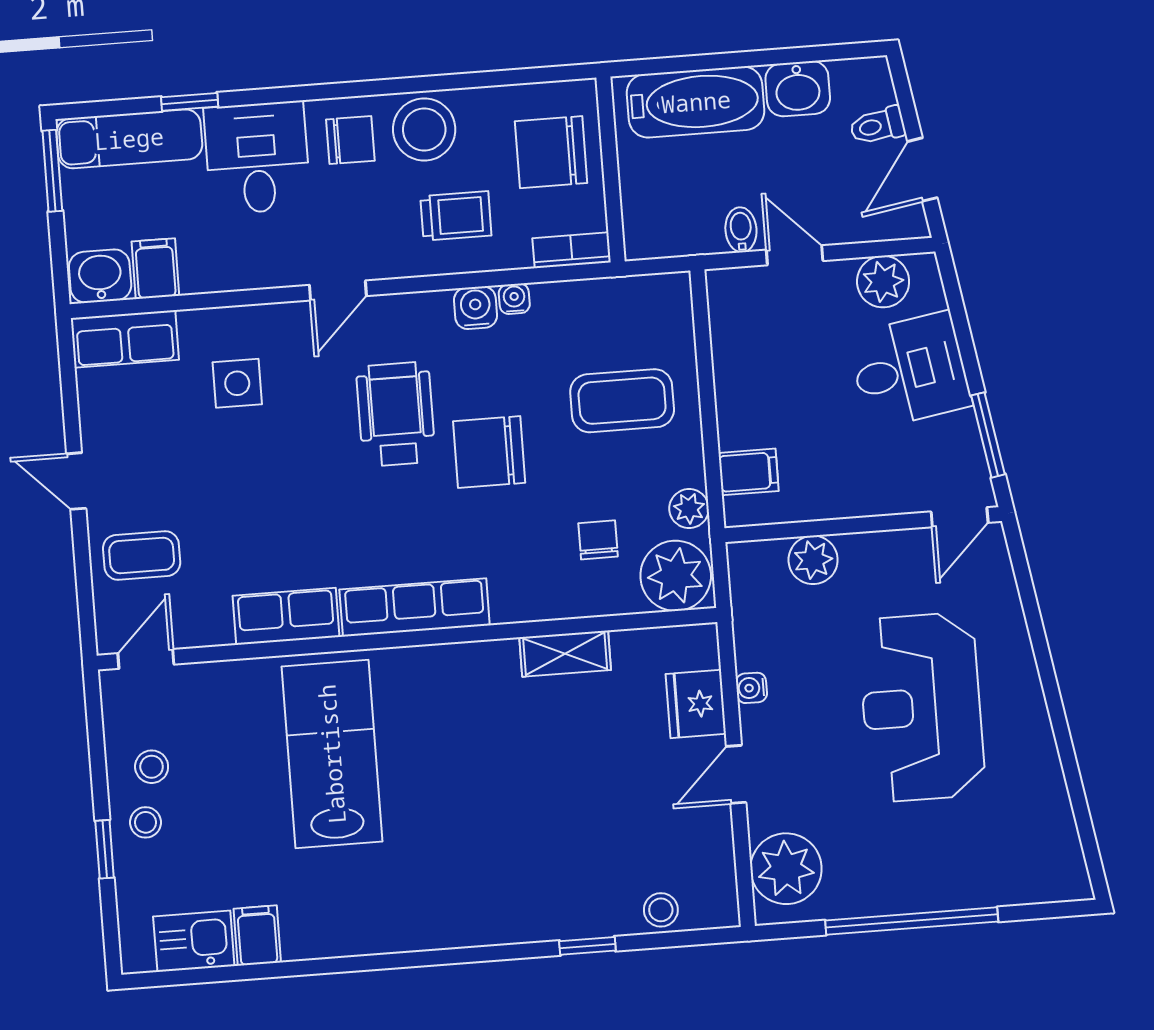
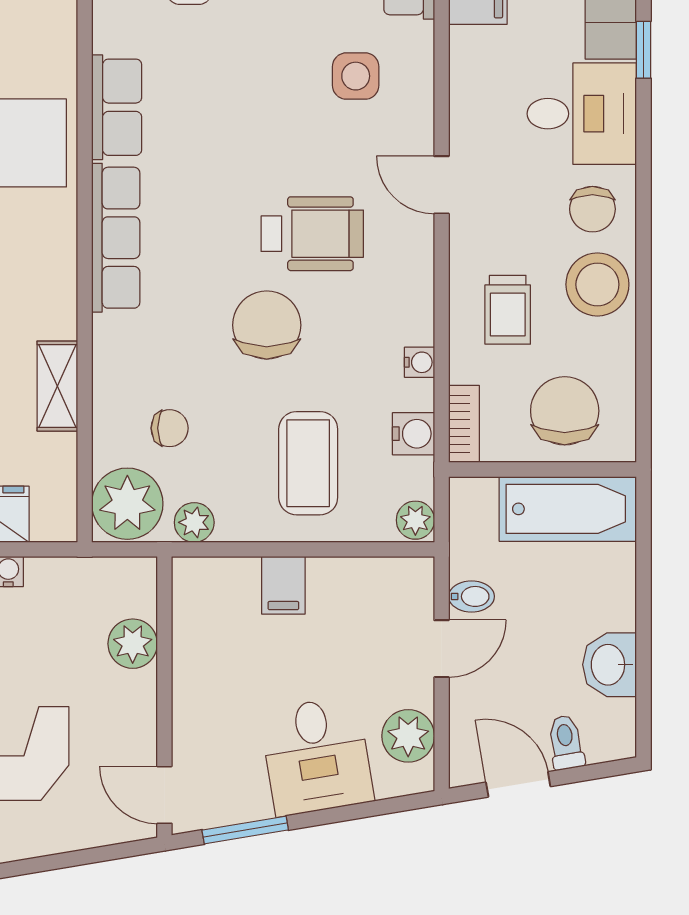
bathtub: (696, 102) -> (568, 509), moved, turned -90
plant: (670, 291) -> (415, 520), added
water cooler: (475, 308) -> (413, 434), moved
filing cabinet: (748, 472) -> (283, 585), moved

